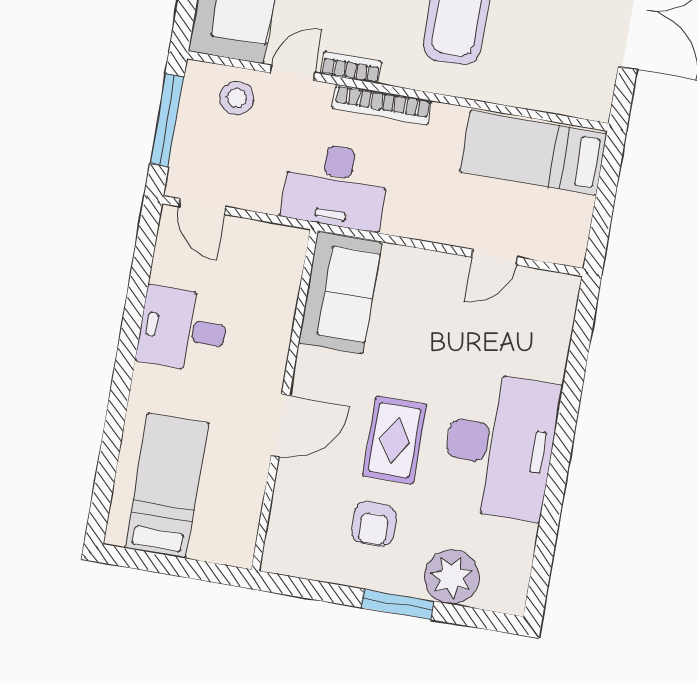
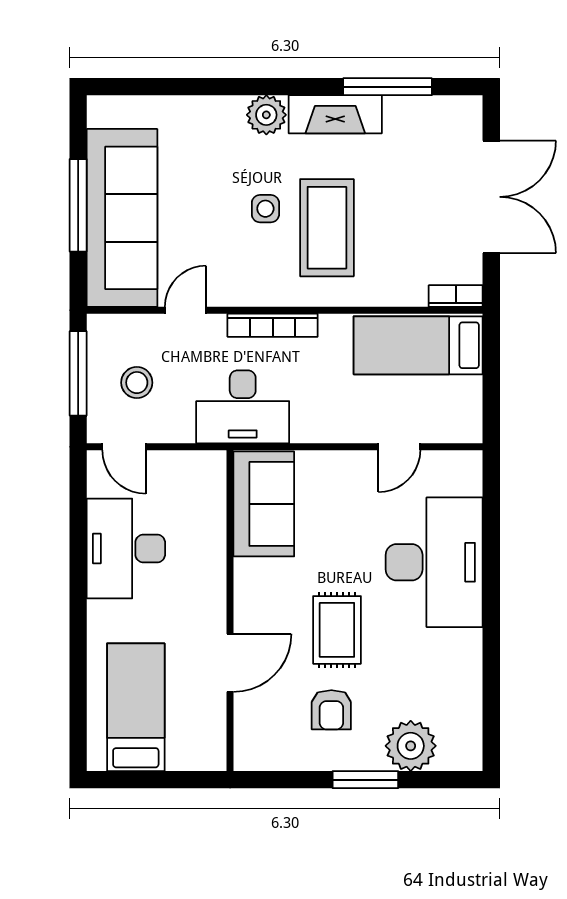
bookcase: (351, 67) -> (456, 296), moved
stool: (237, 98) -> (137, 383), moved
desk: (183, 329) -> (126, 549), width x1.37
door: (280, 426) -> (230, 663), moved
desk: (500, 446) -> (434, 562), moved

